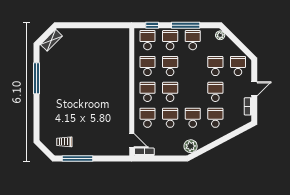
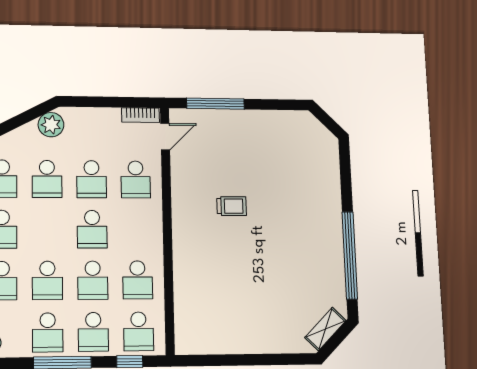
window: (36, 78) -> (350, 255), width x1.46
school desk: (147, 92) -> (47, 280), moved
door: (132, 141) -> (165, 137), swing flipped
trolley: (64, 142) -> (232, 206), moved
window: (78, 159) -> (215, 104), moved

